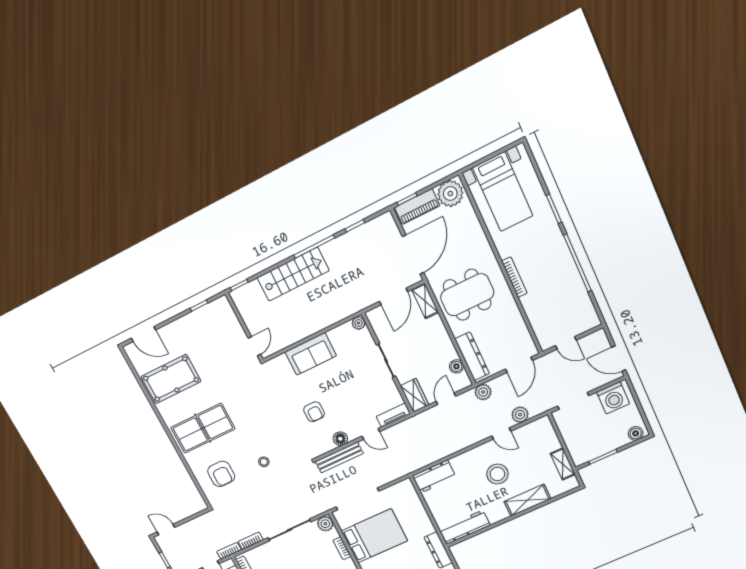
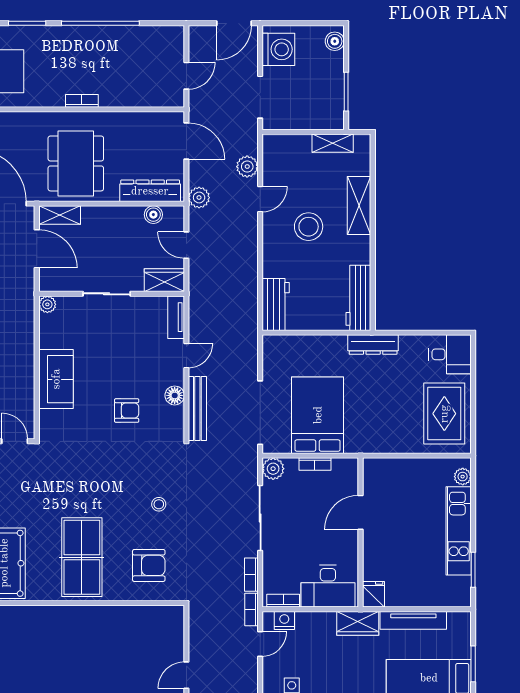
bookcase: (514, 277) -> (82, 101), width x0.64

